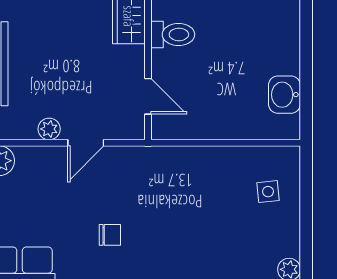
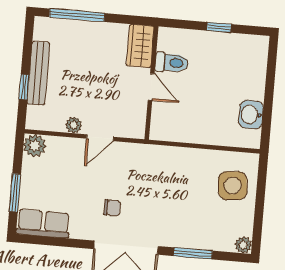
door: (148, 96) -> (151, 87), moved
side table: (268, 192) -> (233, 186), width x1.87, depth x1.87

